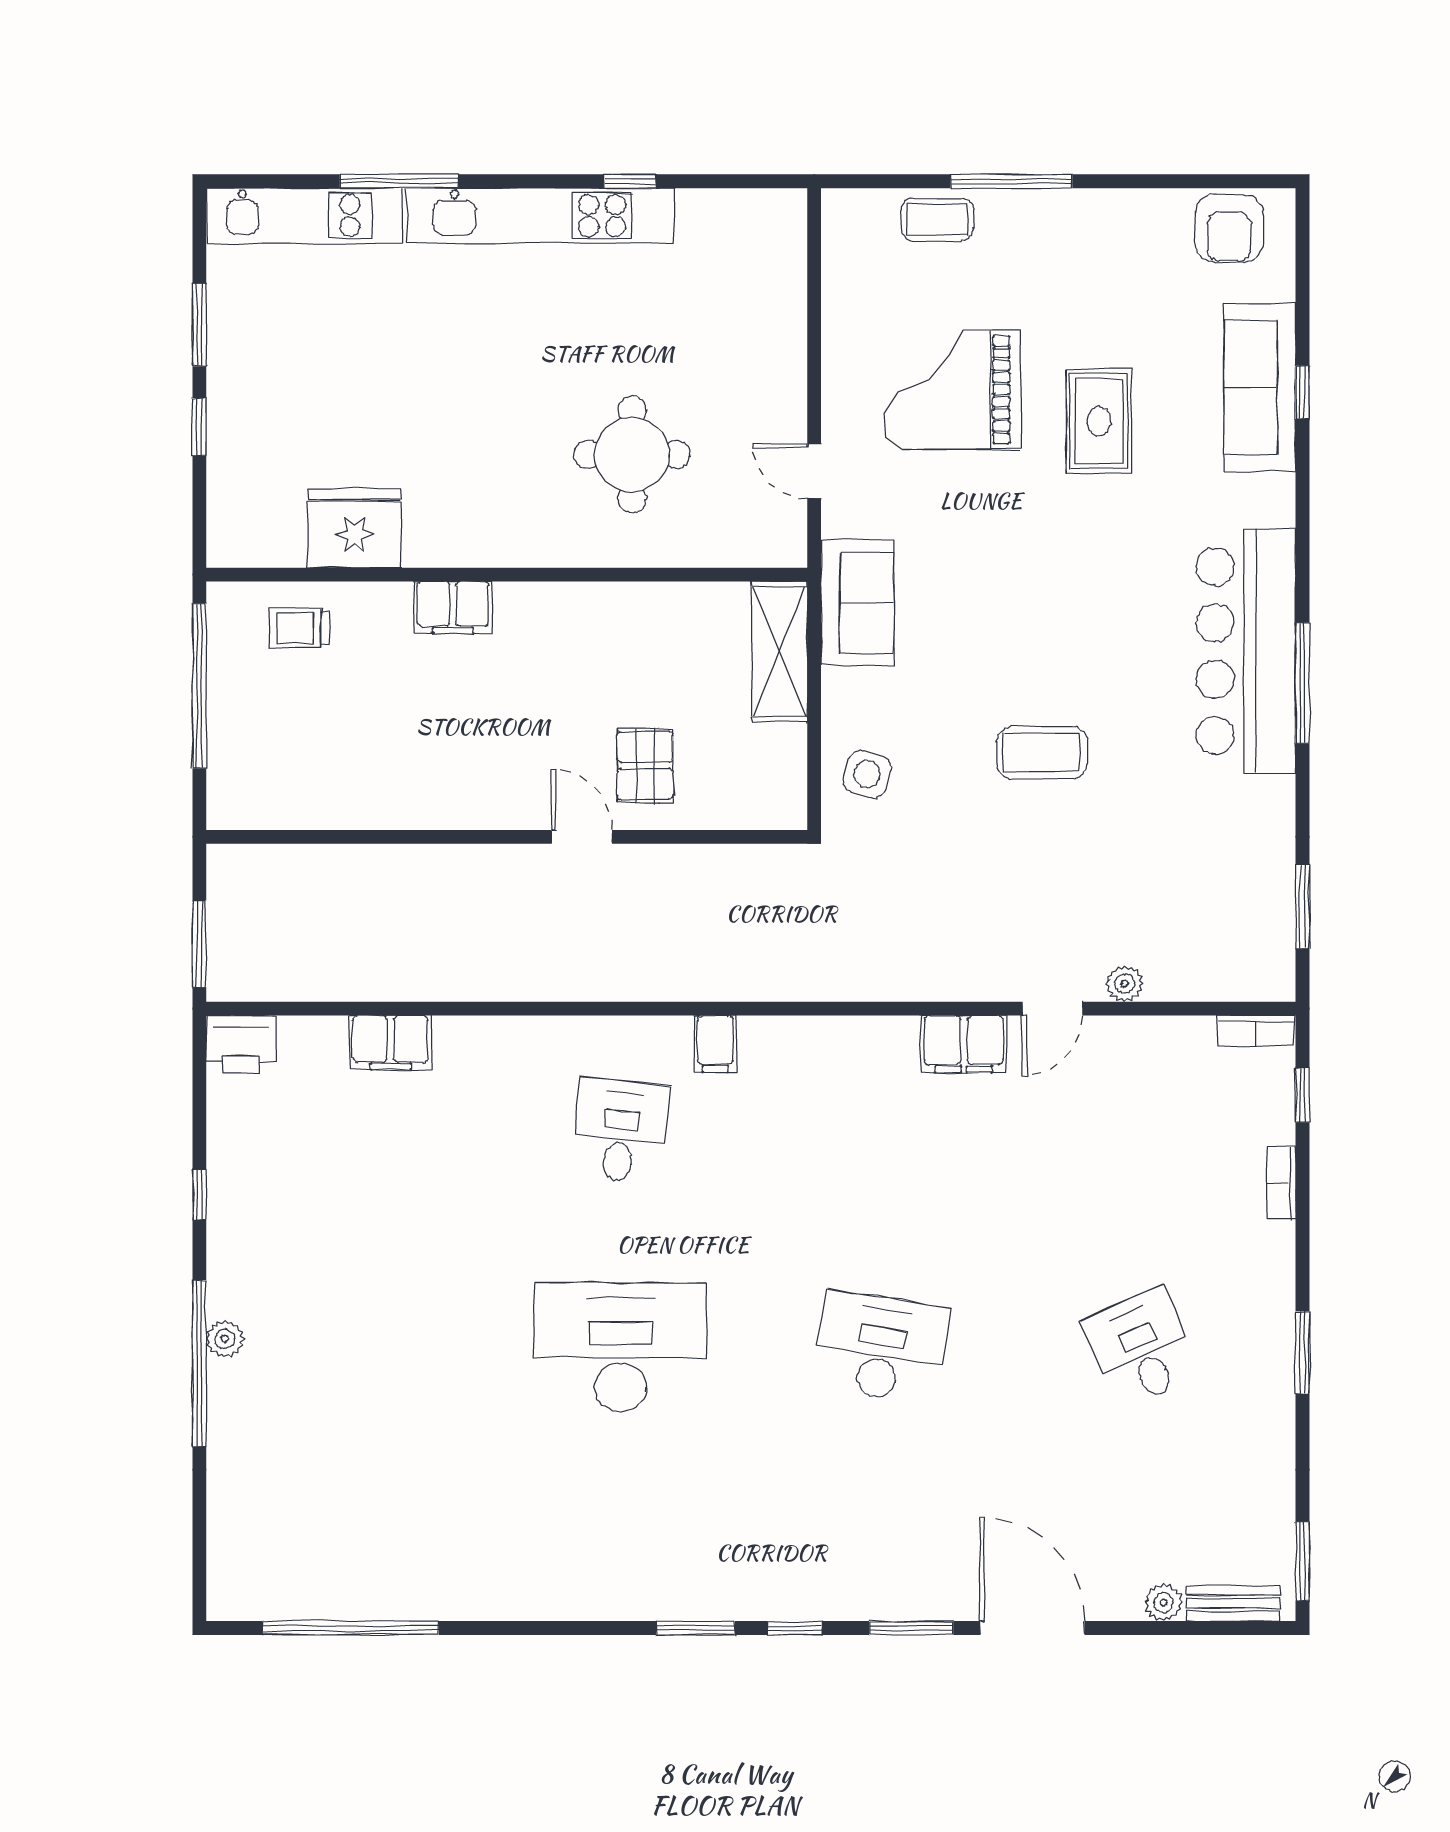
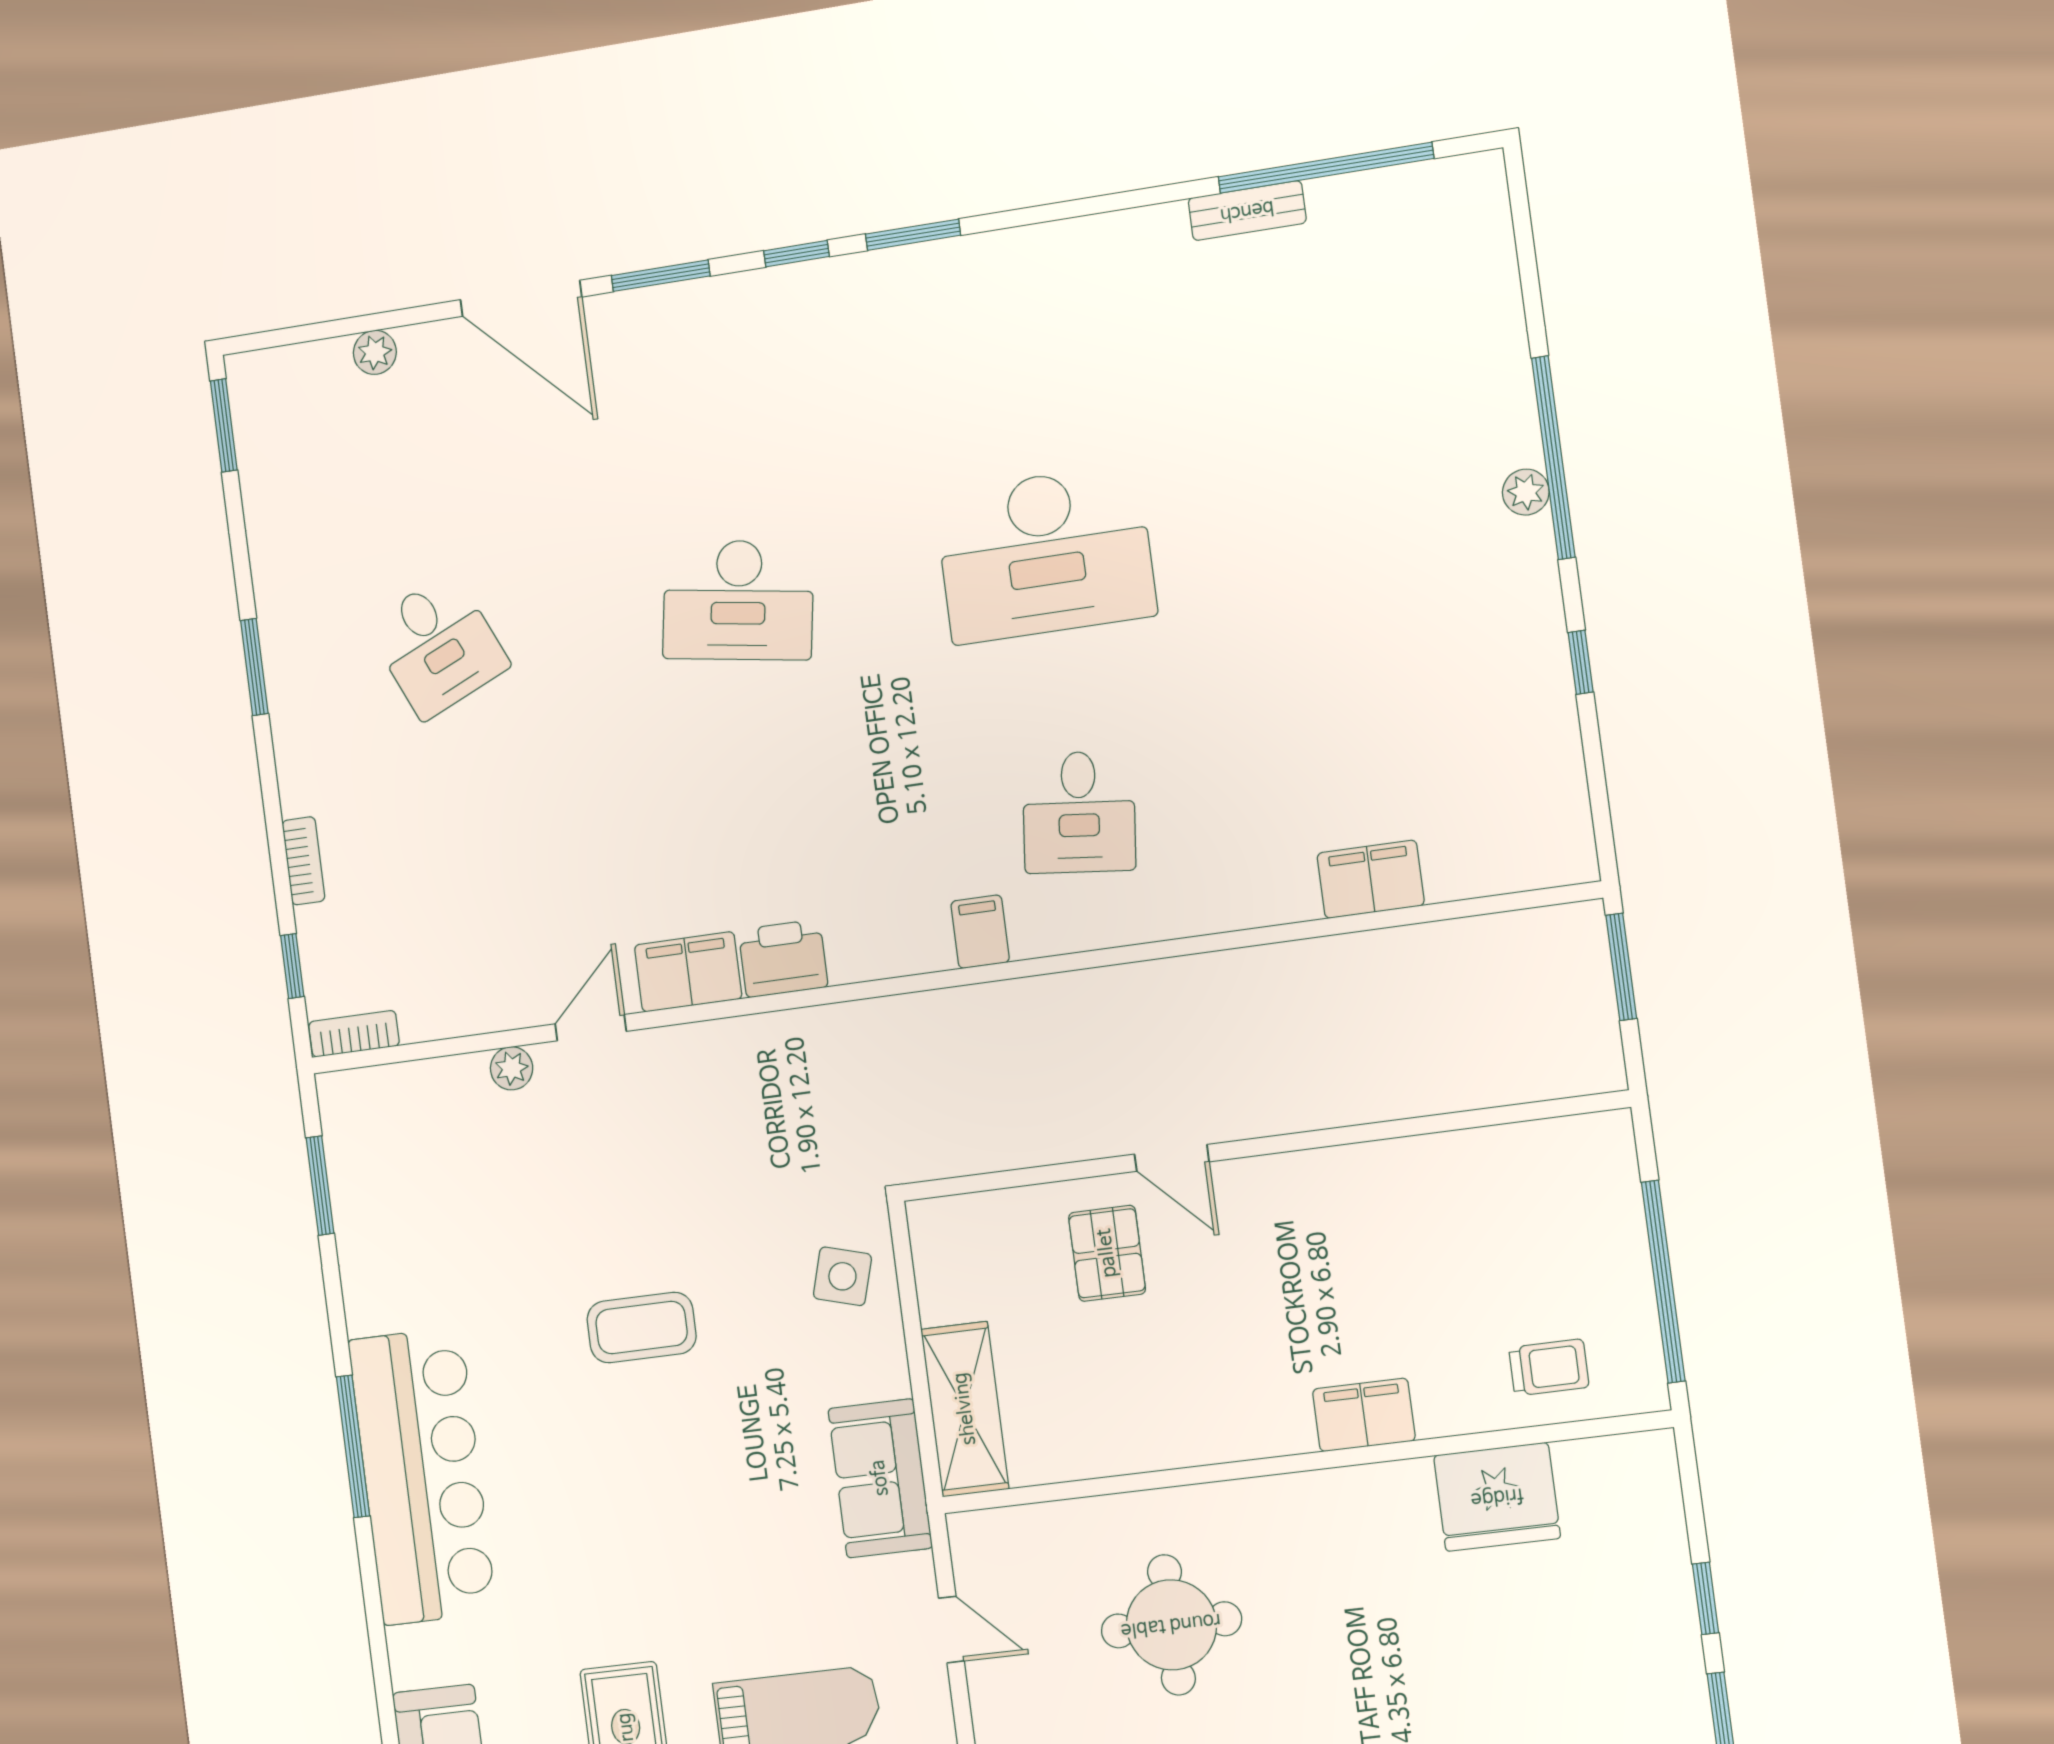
printer: (241, 1044) -> (783, 958), moved
bench: (1233, 1603) -> (1247, 211), moved

